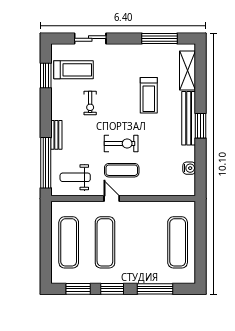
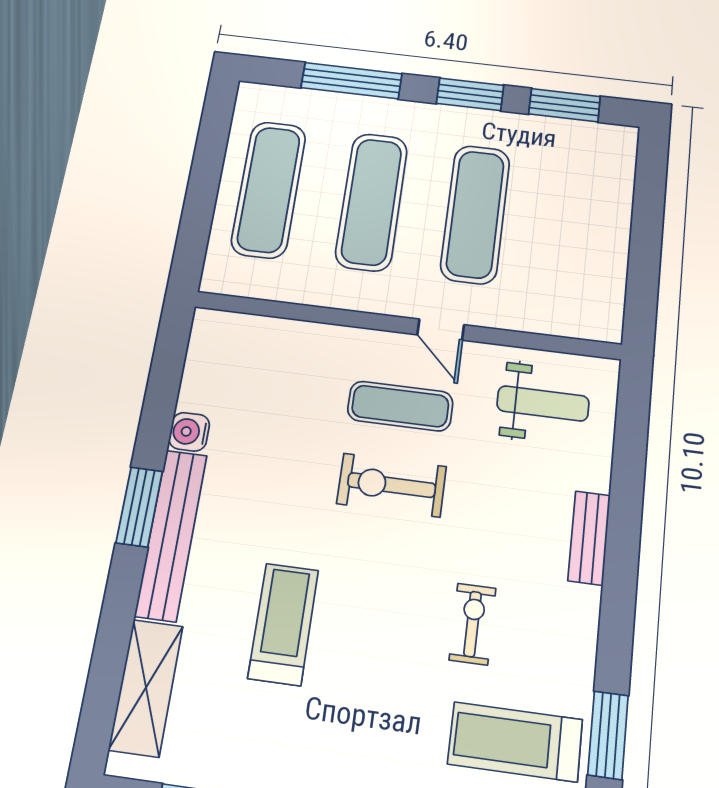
window: (46, 163) -> (629, 457), removed
water cooler: (189, 168) -> (189, 432), moved
exercise mat: (69, 242) -> (372, 202), moved

